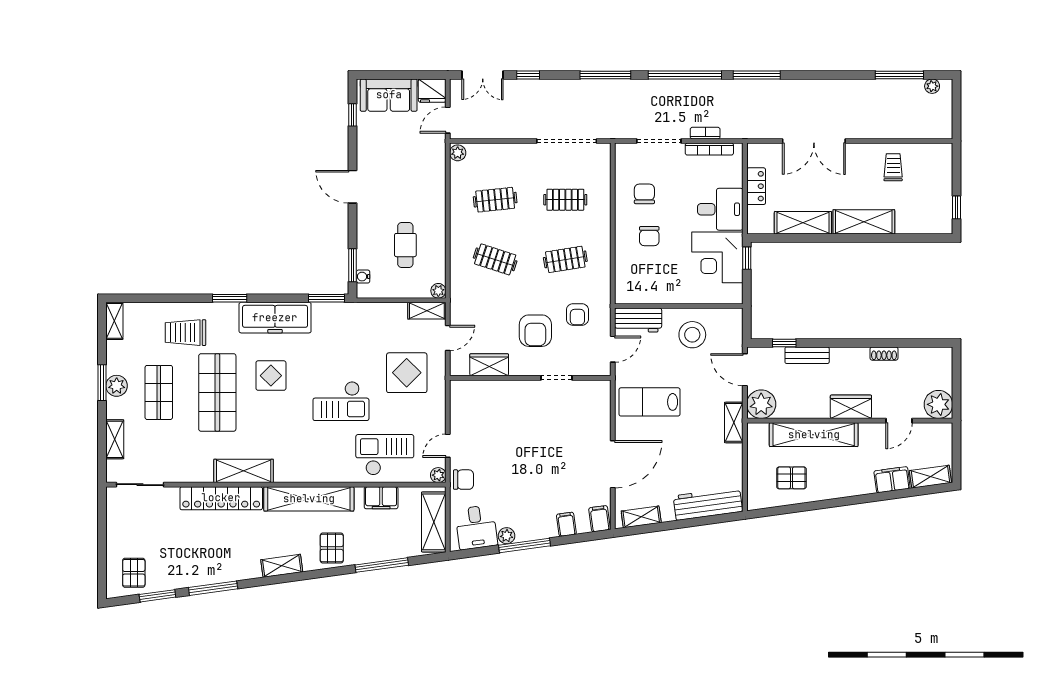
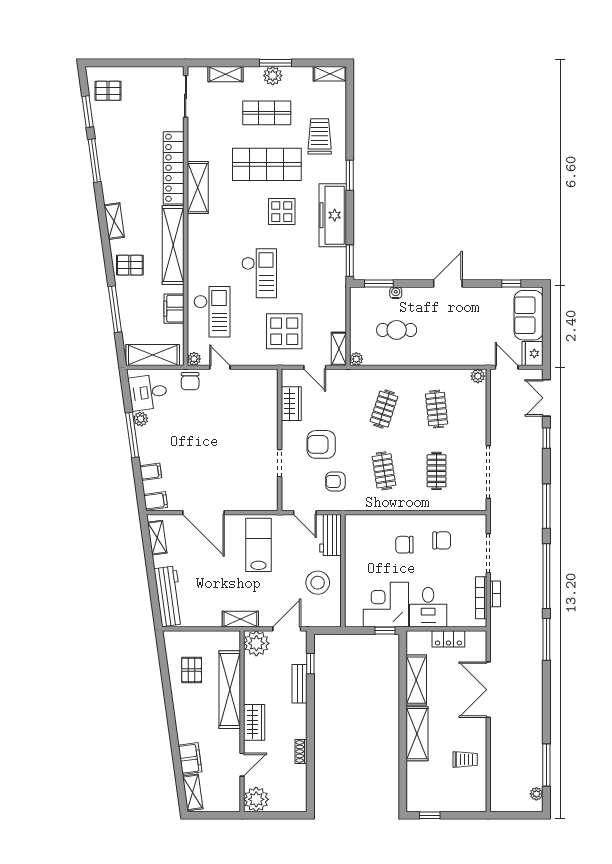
water cooler: (363, 277) -> (396, 293), moved
checkout: (341, 401) -> (259, 273), turned 180
door: (899, 421) -> (242, 765), swing flipped

